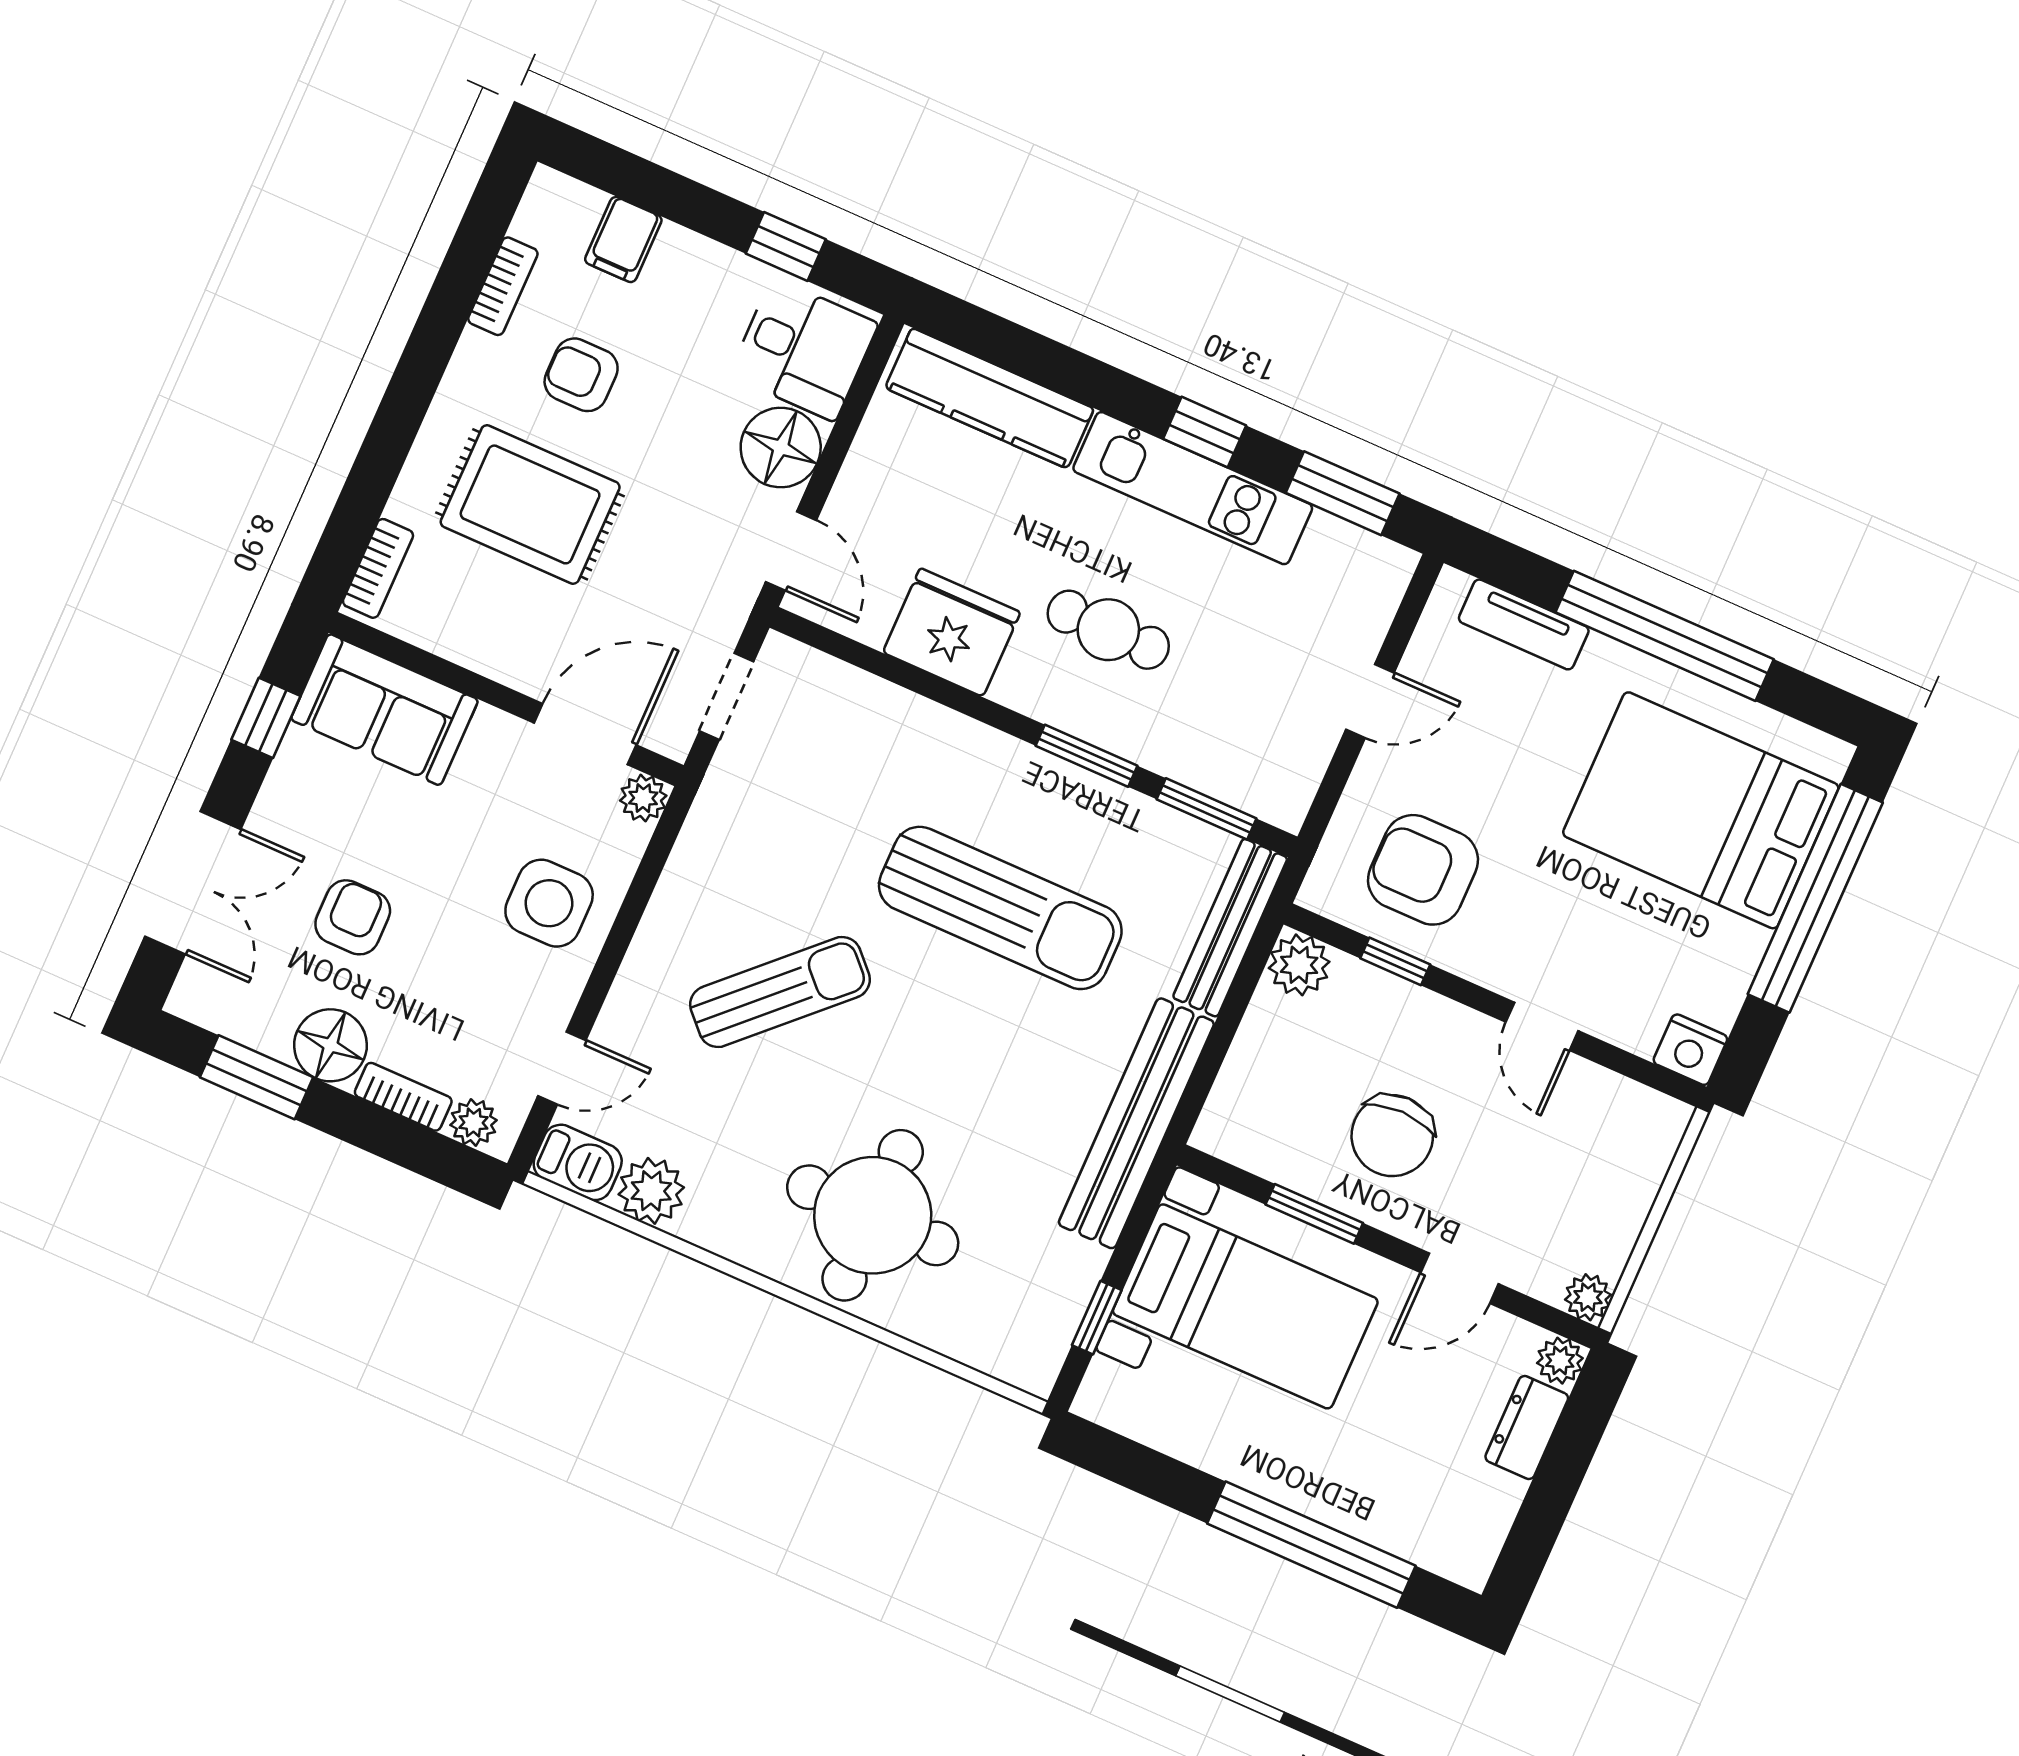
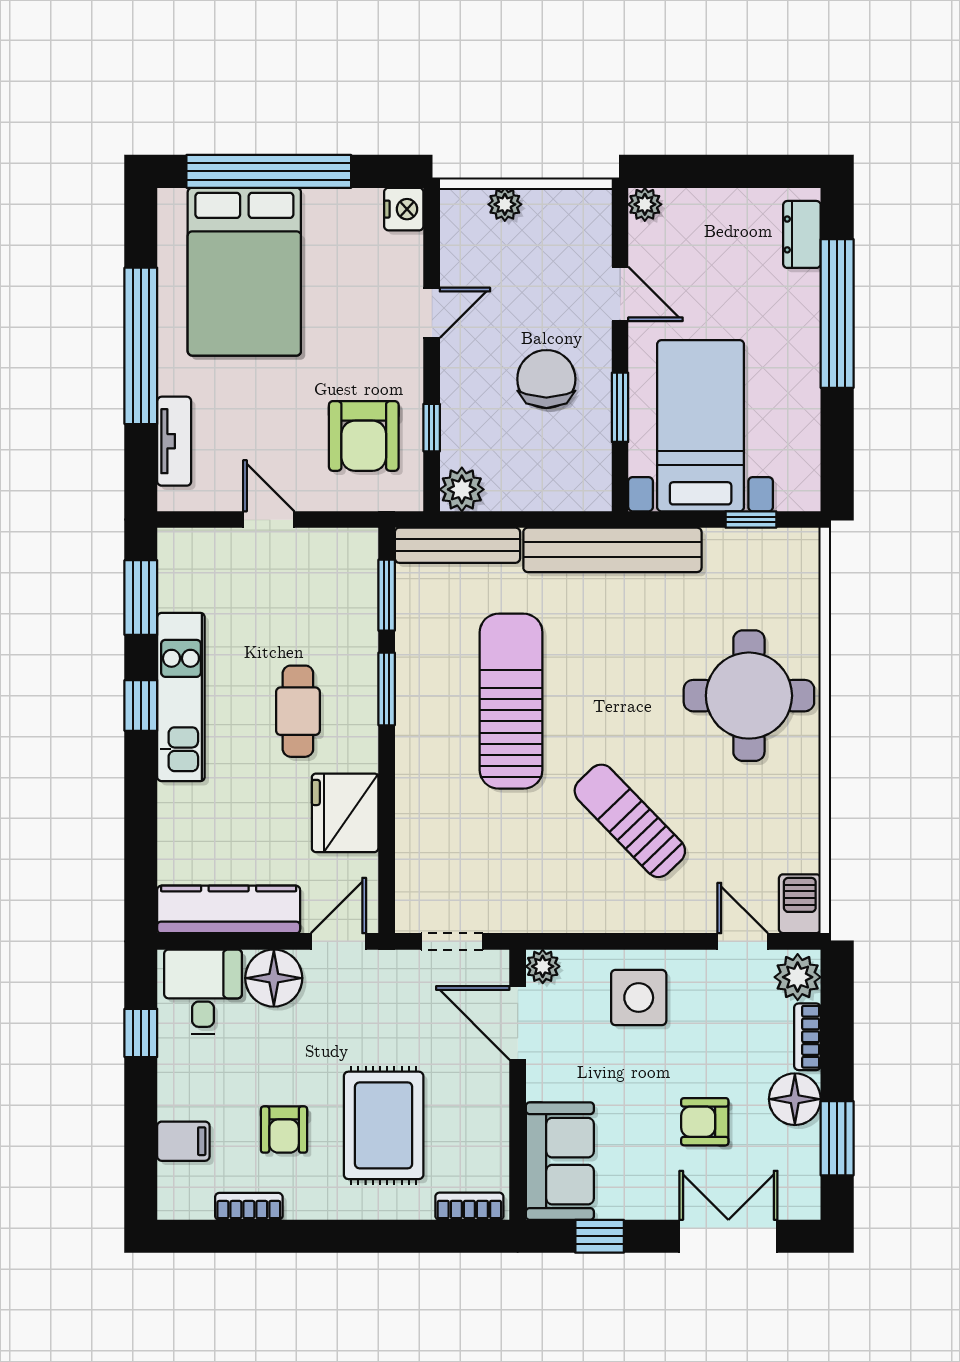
kitchen counter: (990, 398) -> (229, 909), moved, turned -90
plant: (473, 1123) -> (798, 977), width x1.38, depth x1.38
chair: (1392, 1136) -> (546, 379), turned -90
plant: (651, 1191) -> (797, 847), removed
plant: (1588, 1297) -> (505, 204), moved
dresser: (1527, 1428) -> (802, 234), moved, turned 90

